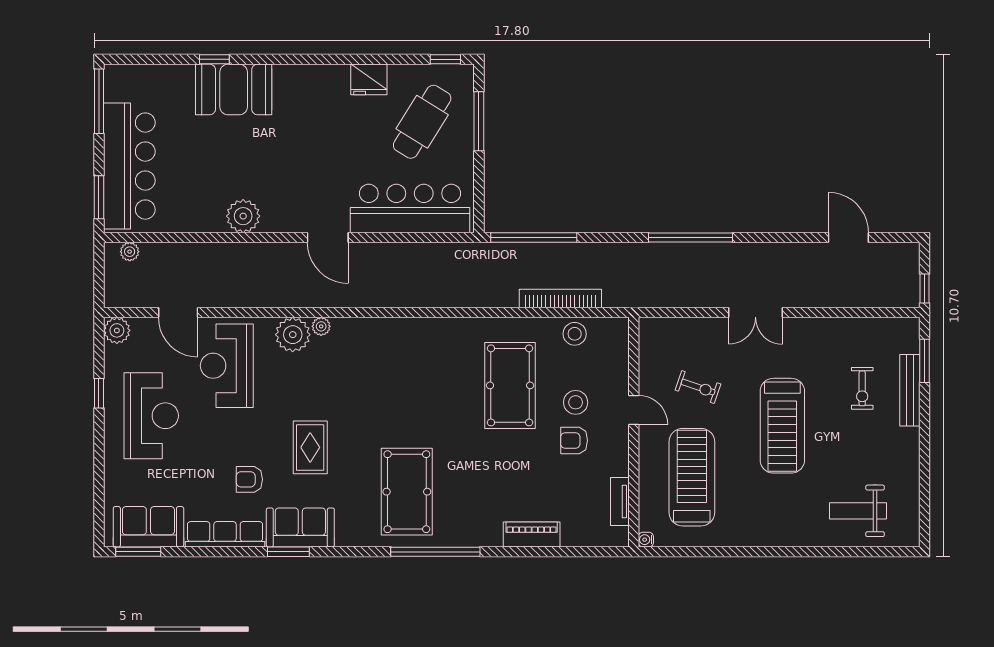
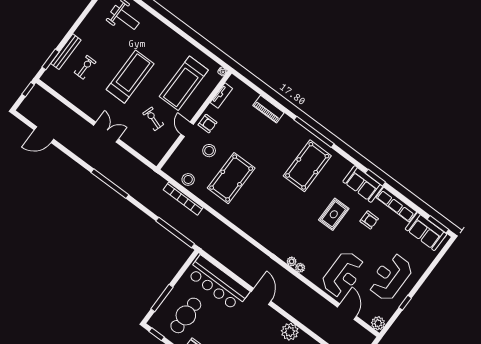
cafe table: (422, 122) -> (186, 315), turned -32
door: (848, 237) -> (44, 135), hinge flipped
plant: (293, 335) -> (300, 268), width x0.53, depth x0.53
armchair: (574, 440) -> (207, 124), moved

